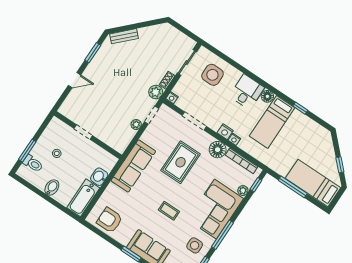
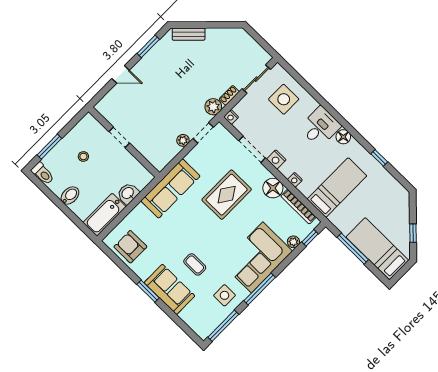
bed: (272, 122) -> (337, 188), moved, turned 180
nightstand: (225, 132) -> (276, 159), moved
toilet: (33, 163) -> (43, 174), moved
coffee table: (169, 211) -> (195, 264), moved

